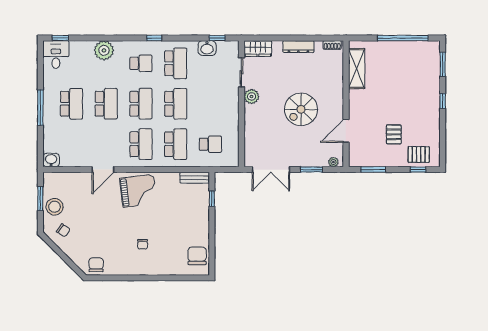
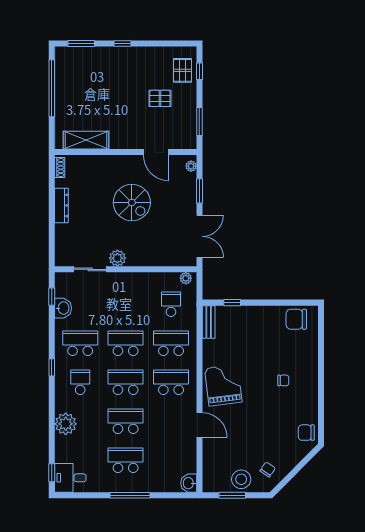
wardrobe: (258, 49) -> (64, 251), removed
plant: (234, 157) -> (186, 278), added

